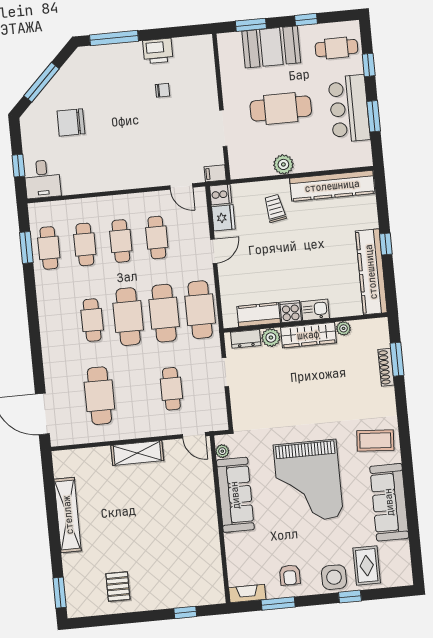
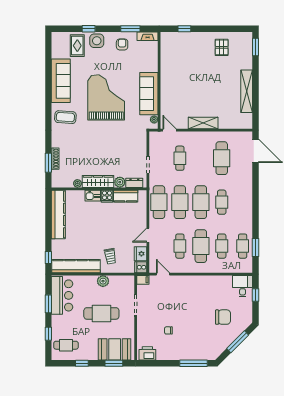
booth: (271, 47) -> (115, 349), moved
printer: (158, 51) -> (147, 353), moved
bar counter: (349, 109) -> (62, 295), moved
cafe table: (121, 241) -> (201, 246), width x1.37, depth x1.35
window: (386, 244) -> (48, 258), moved

